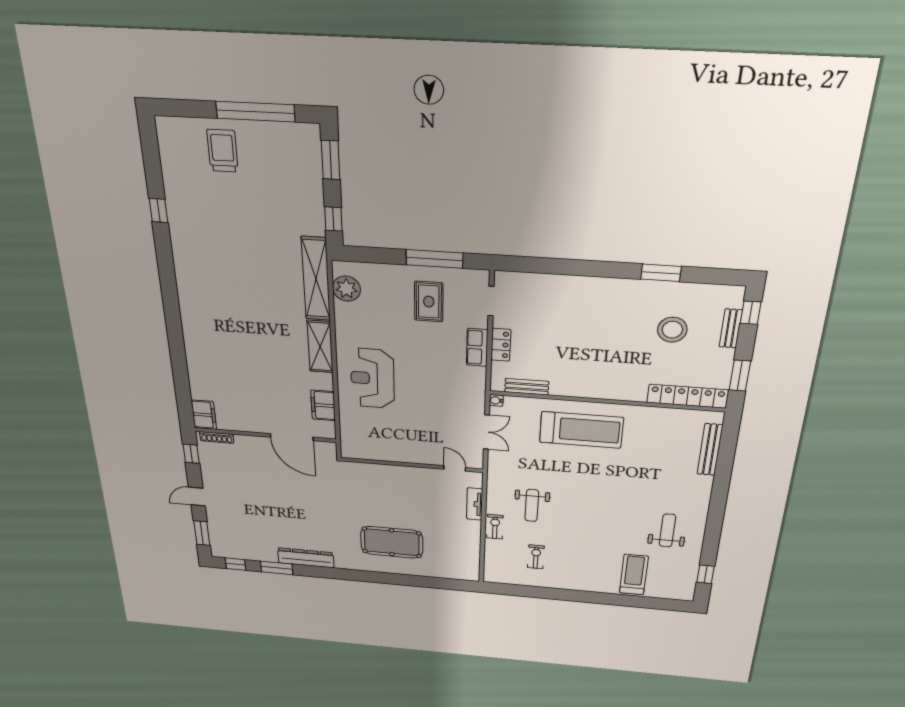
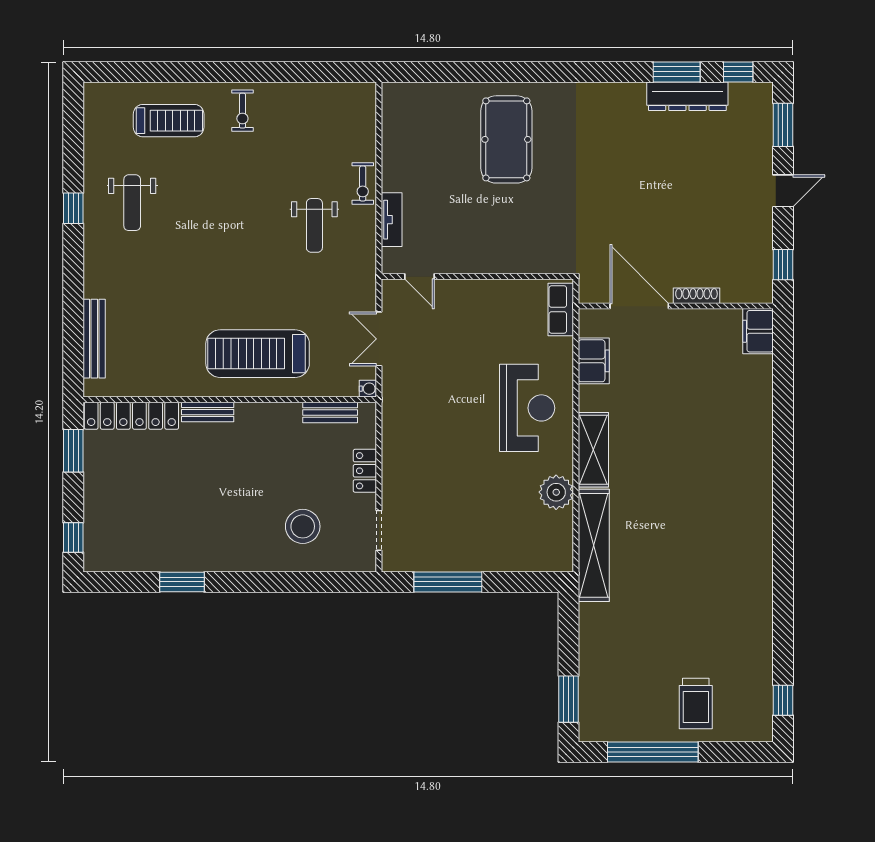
window: (159, 211) -> (783, 700), moved
window: (333, 219) -> (569, 626), removed
plant: (346, 289) -> (556, 492), moved
rug: (429, 302) -> (455, 524), removed
bench: (731, 328) -> (208, 412), moved, turned 90
stool: (672, 330) -> (303, 526), moved
row of seats: (477, 347) -> (561, 310), moved, turned 180
shoe rack: (217, 437) -> (696, 296), moved
weight bench: (532, 505) -> (314, 225), turned 180
pool table: (392, 542) -> (506, 139), turned 90
exercise bike: (536, 557) -> (242, 111), moved
dresser: (306, 558) -> (687, 96), moved
window: (705, 574) -> (73, 208), moved
treadmill: (634, 575) -> (169, 121), turned -90

